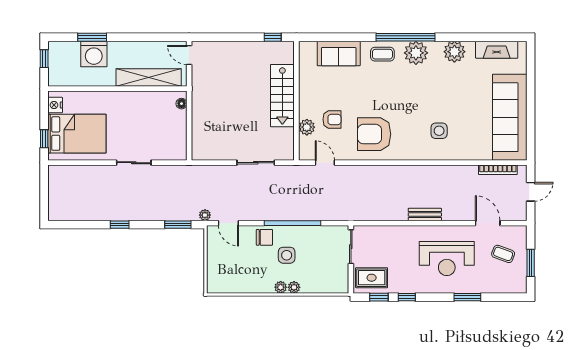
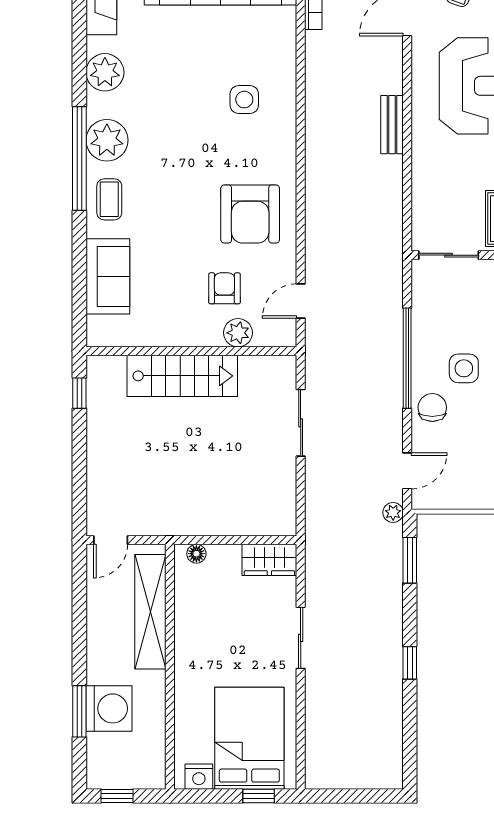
wardrobe: (178, 145) -> (269, 560), added

